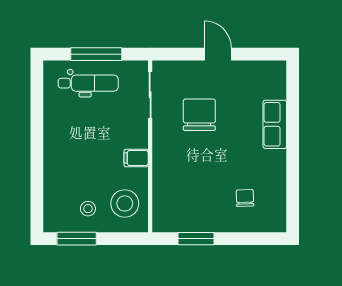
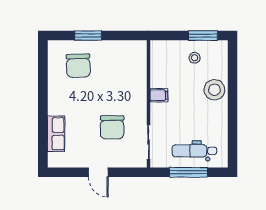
row of seats: (275, 124) -> (56, 134), moved
chair: (245, 198) -> (78, 66), width x1.87, depth x1.87
stool: (125, 203) -> (214, 90), moved
window: (196, 239) -> (88, 36), moved

